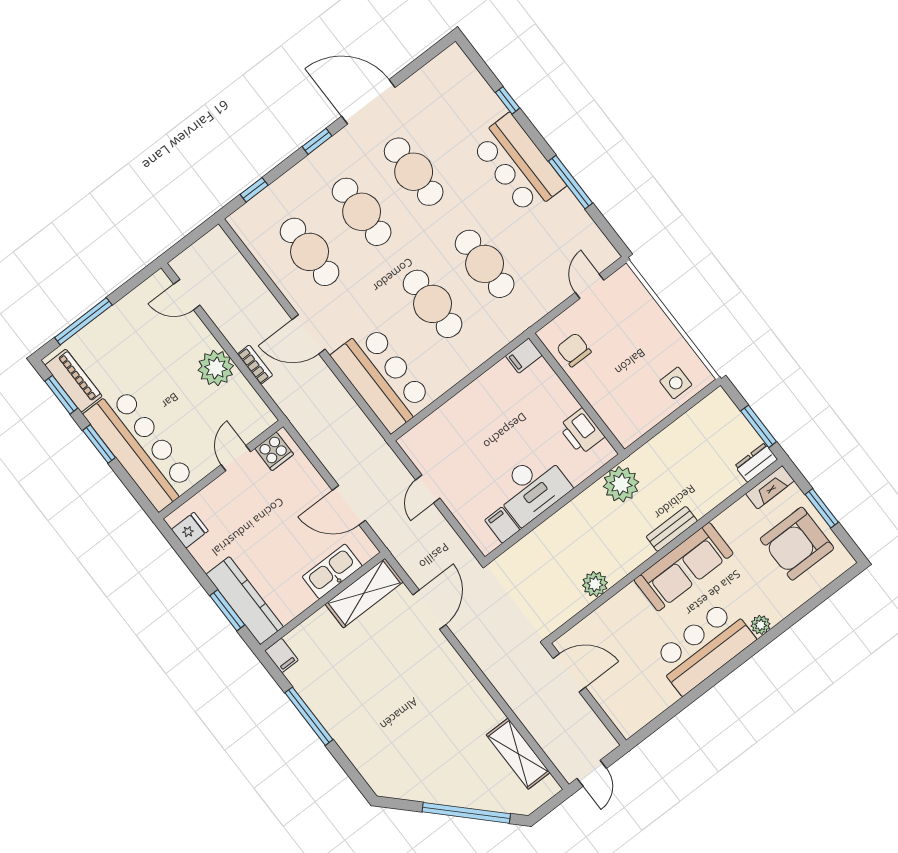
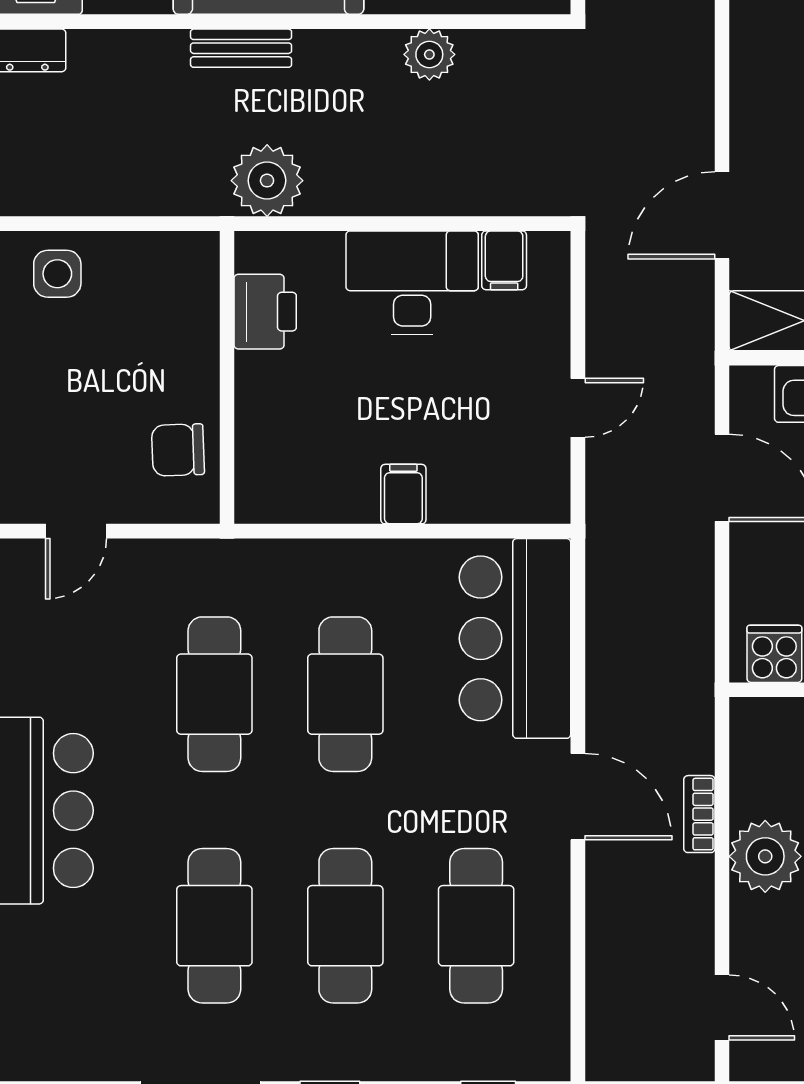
chair: (574, 350) -> (178, 450), turned 88
filing cabinet: (524, 356) -> (403, 494), moved, turned -90

